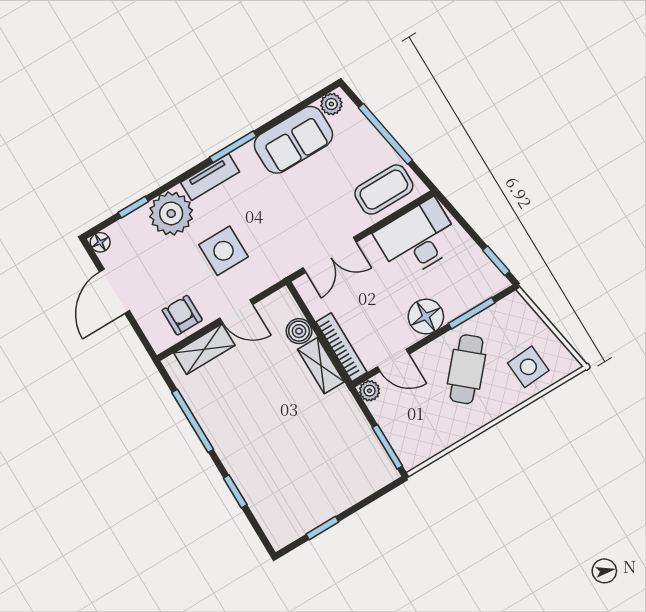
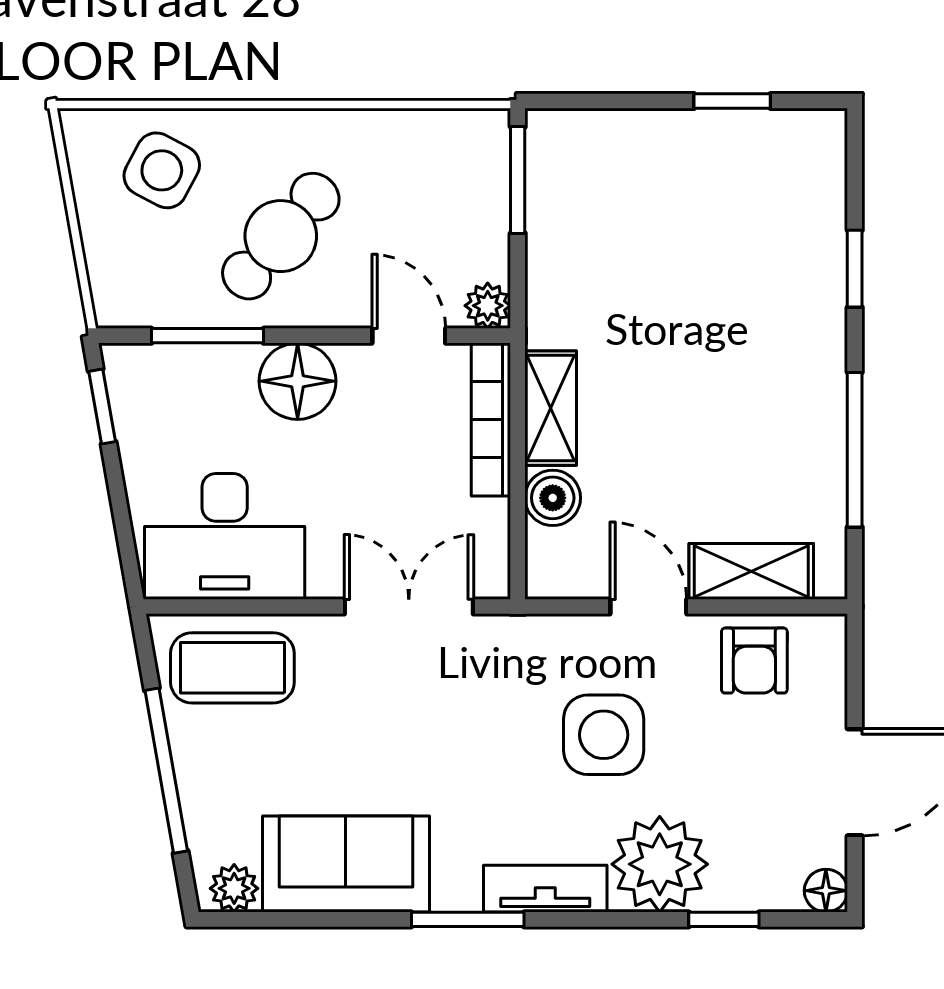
side table: (528, 367) -> (162, 170), turned 32

